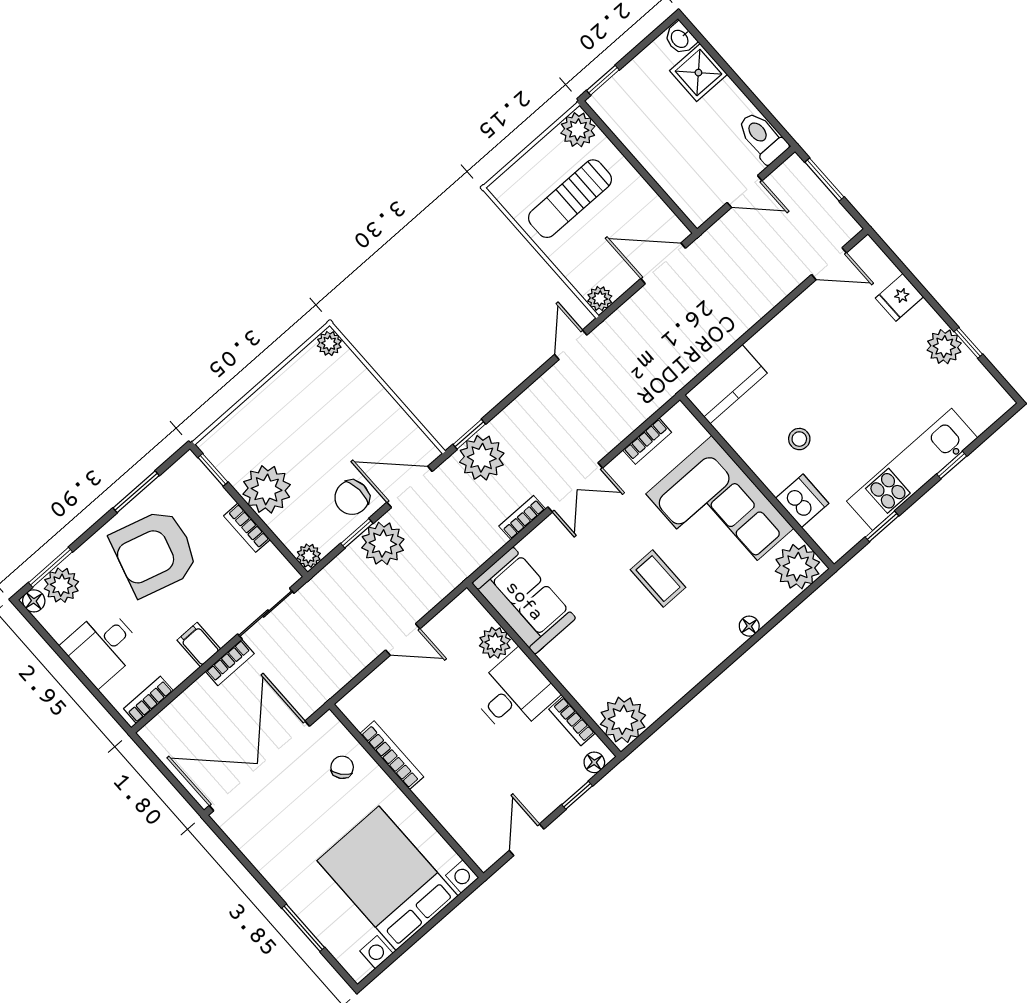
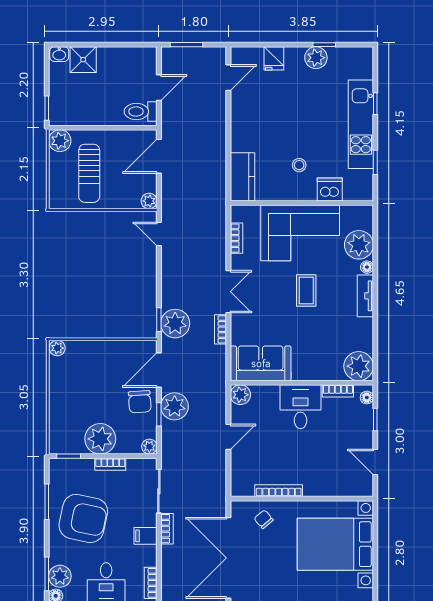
toilet: (762, 137) -> (141, 112), moved
armchair: (155, 553) -> (83, 518), turned -94
plant: (797, 567) -> (359, 245), moved
coffee table: (658, 579) -> (306, 290), turned 90
plant: (495, 643) -> (240, 395), moved
tv unit: (713, 654) -> (365, 296), added

